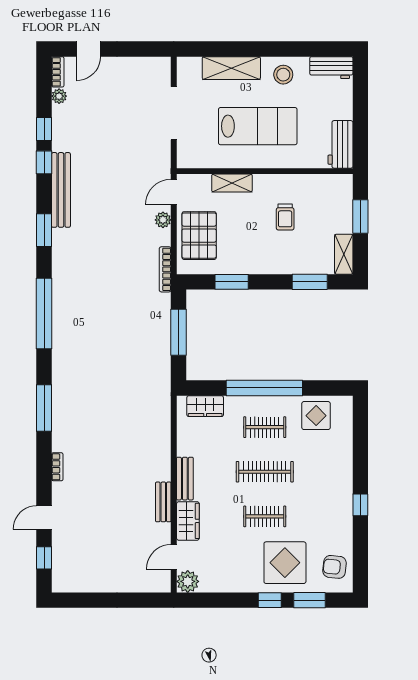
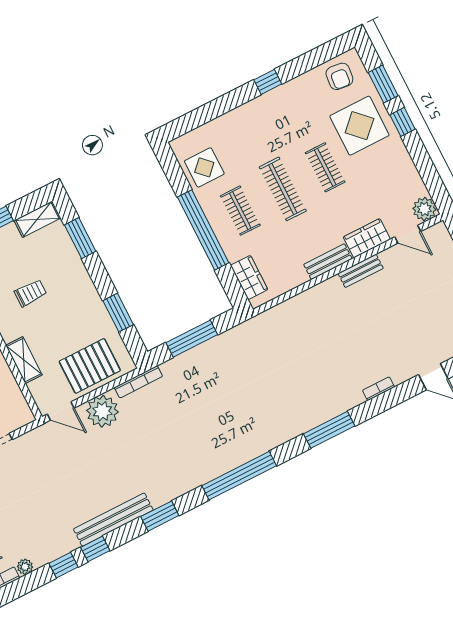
plant: (163, 220) -> (102, 411), width x1.87, depth x1.87

